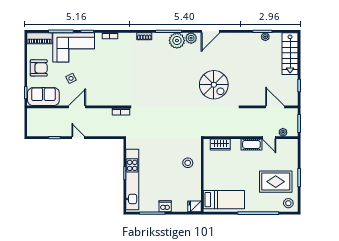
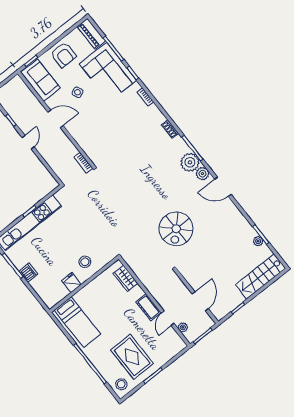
fridge: (194, 206) -> (71, 283), moved

